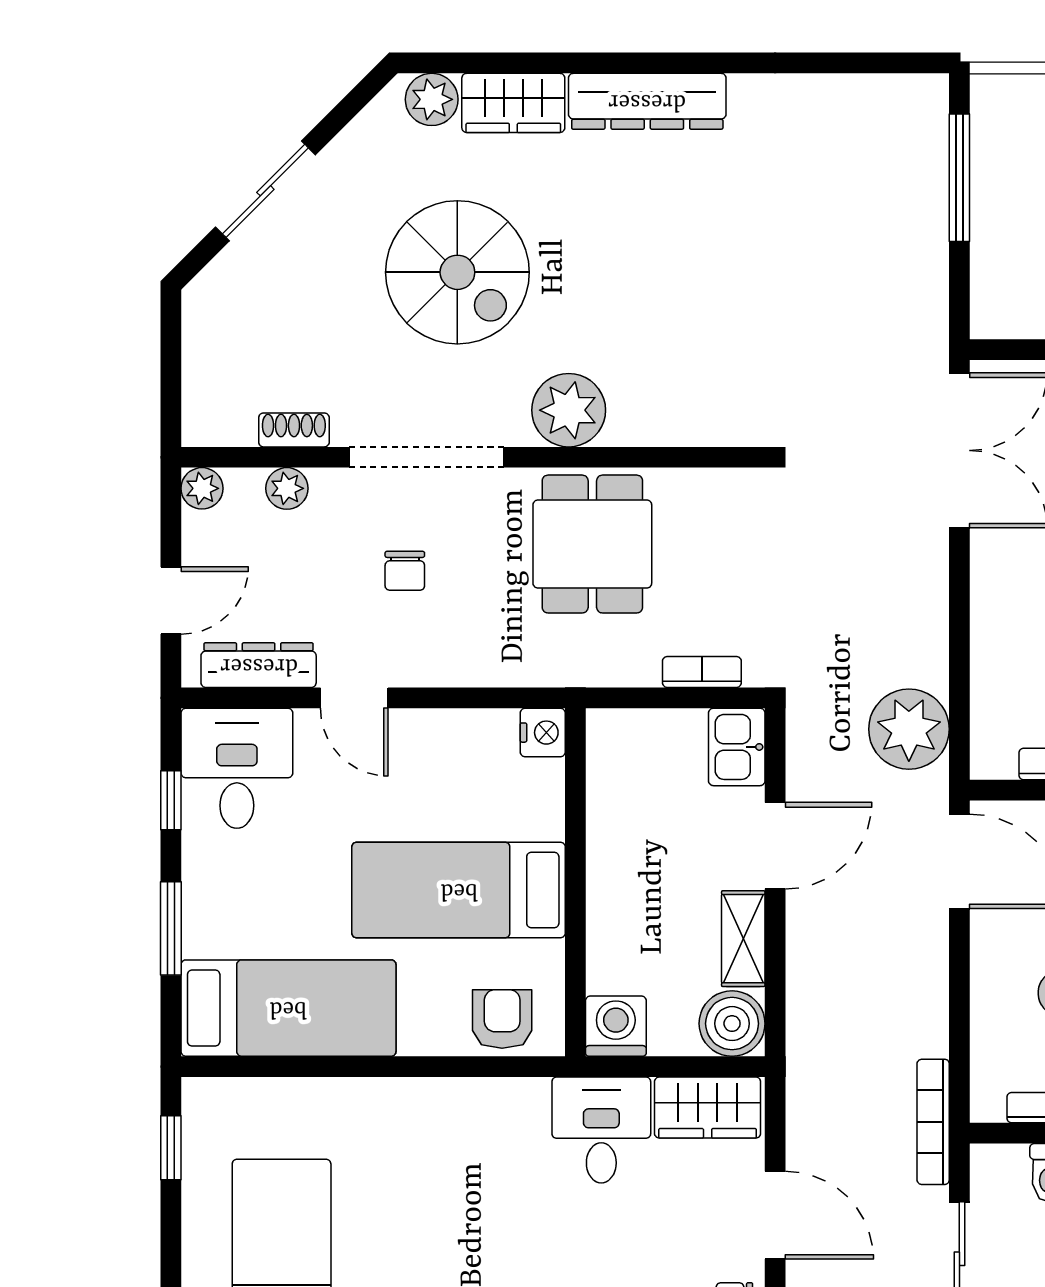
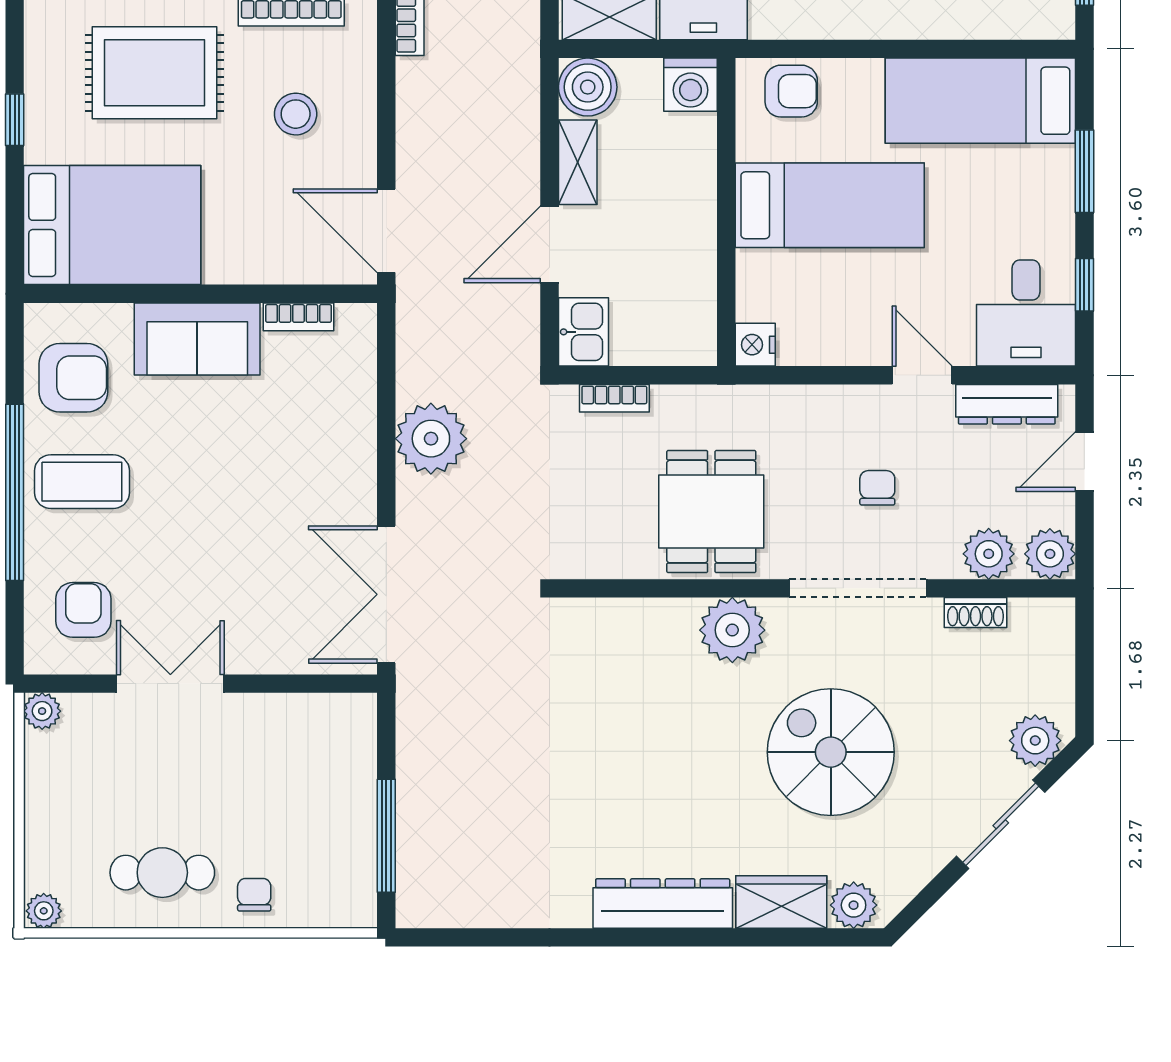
plant: (227, 285) -> (1035, 741), added
plant: (202, 488) -> (1050, 554), width x1.38, depth x1.38
plant: (287, 488) -> (989, 554), width x1.38, depth x1.38
plant: (909, 729) -> (431, 439), moved
armchair: (502, 1019) -> (791, 91), turned -90

